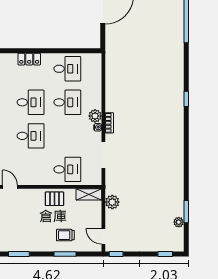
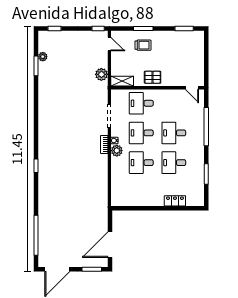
desk: (67, 69) -> (141, 133), moved

